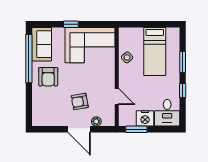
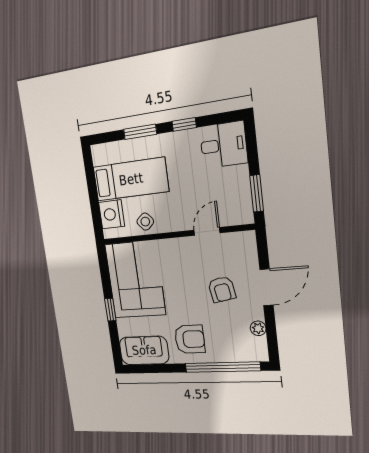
window: (29, 59) -> (222, 367), moved
nightstand: (145, 118) -> (112, 214), moved, turned 180
plant: (96, 121) -> (258, 328), moved

